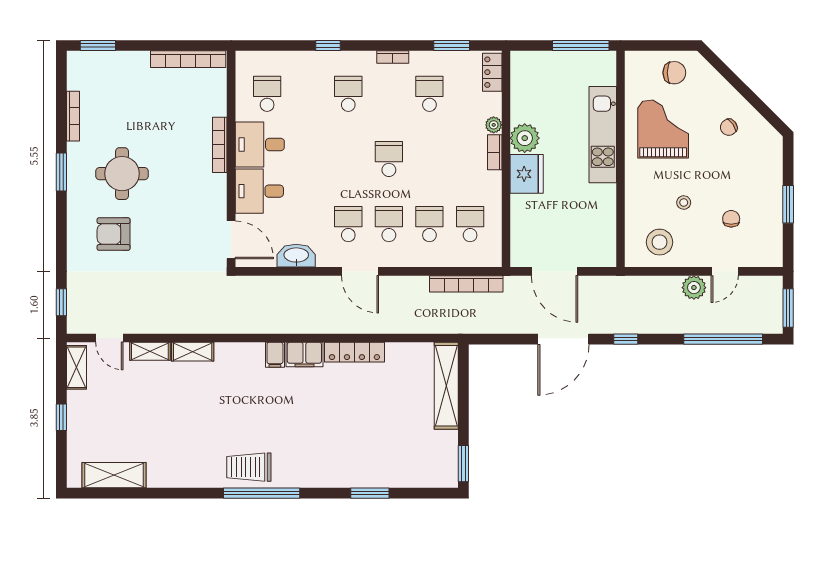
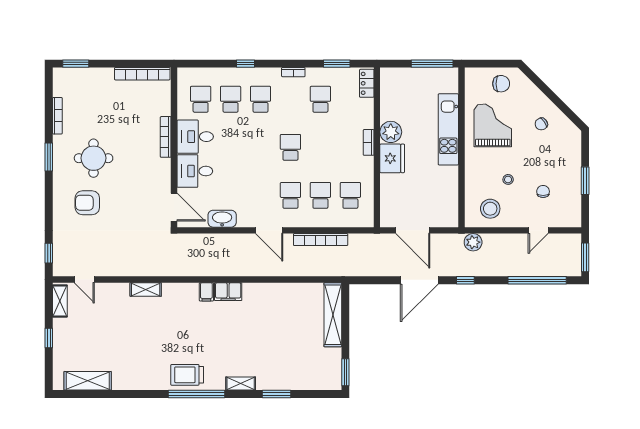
plant: (494, 125) -> (368, 122), removed
school desk: (348, 224) -> (231, 99), moved
bookcase: (466, 284) -> (321, 240), moved
plant: (694, 288) -> (473, 242), moved
shelving: (150, 351) -> (241, 383), moved
locker: (354, 352) -> (265, 290), removed

